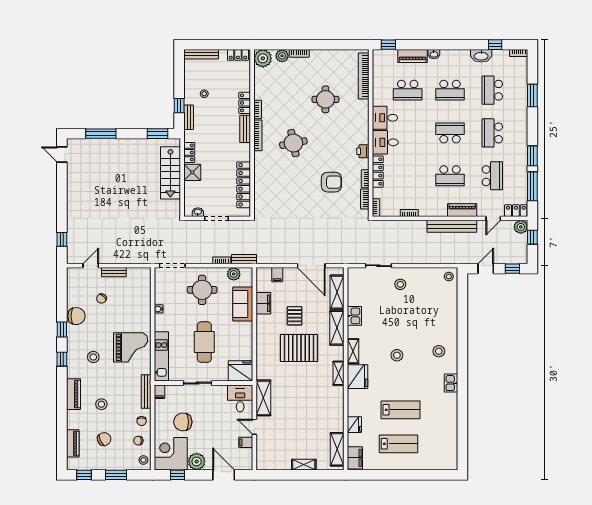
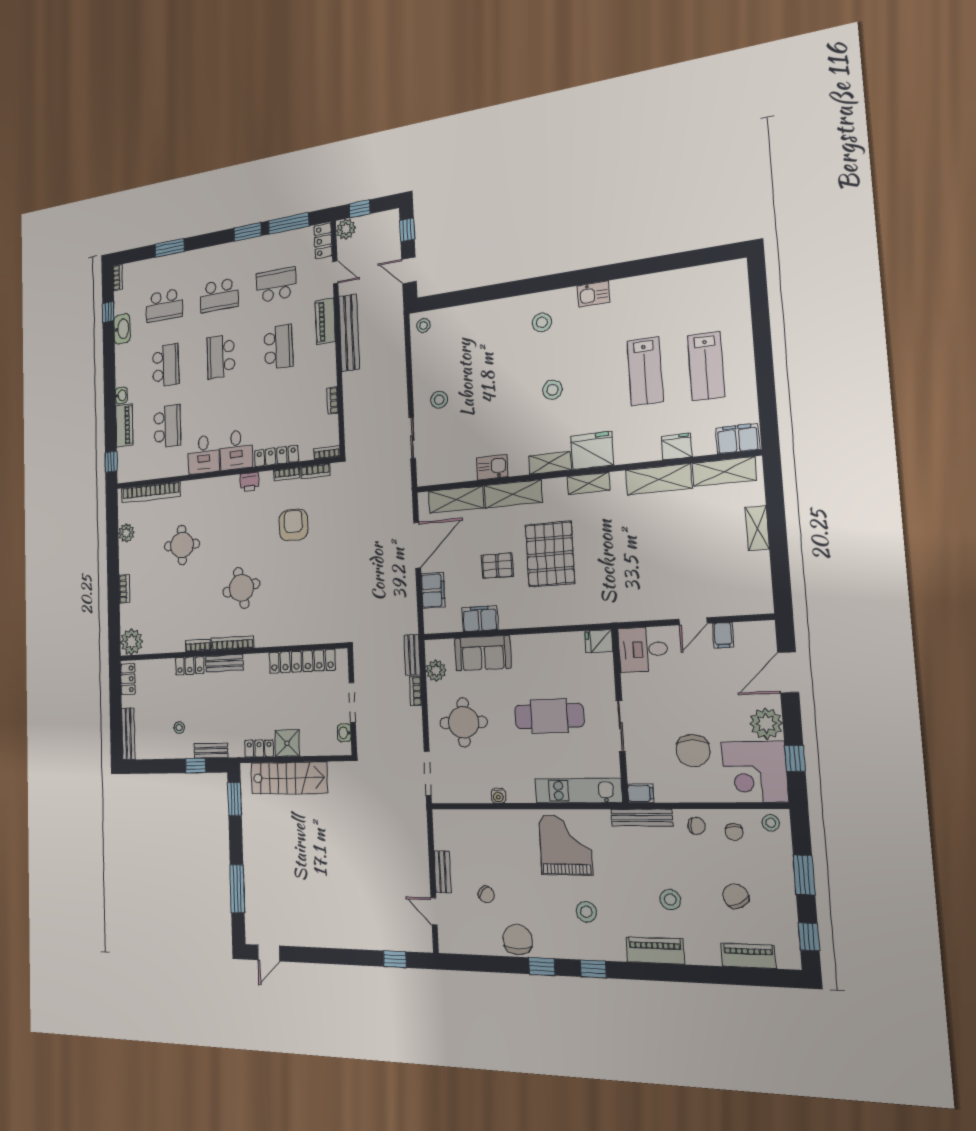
plant: (282, 56) -> (126, 533), moved
filing cabinet: (277, 275) -> (433, 590), width x2.00
fridge: (241, 371) -> (599, 641), width x0.53, depth x0.75
shelving: (263, 398) -> (659, 479), moved
lab bench: (401, 410) -> (645, 371), turned 180
lab bench: (399, 444) -> (706, 366), turned 180

